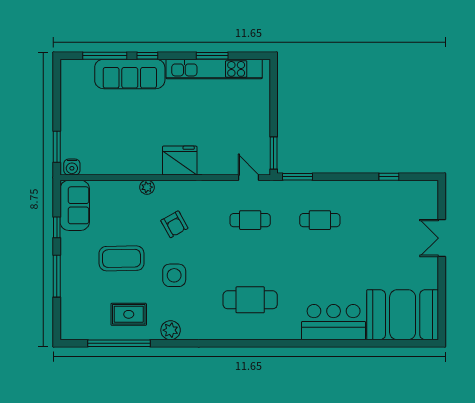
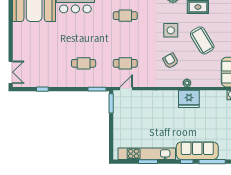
fridge: (180, 161) -> (189, 99), moved
door: (249, 178) -> (126, 89), swing flipped
double door: (442, 238) -> (11, 72), moved
coffee table: (122, 258) -> (202, 40), turned 60
cafe table: (250, 300) -> (125, 16), width x0.73, depth x0.74

